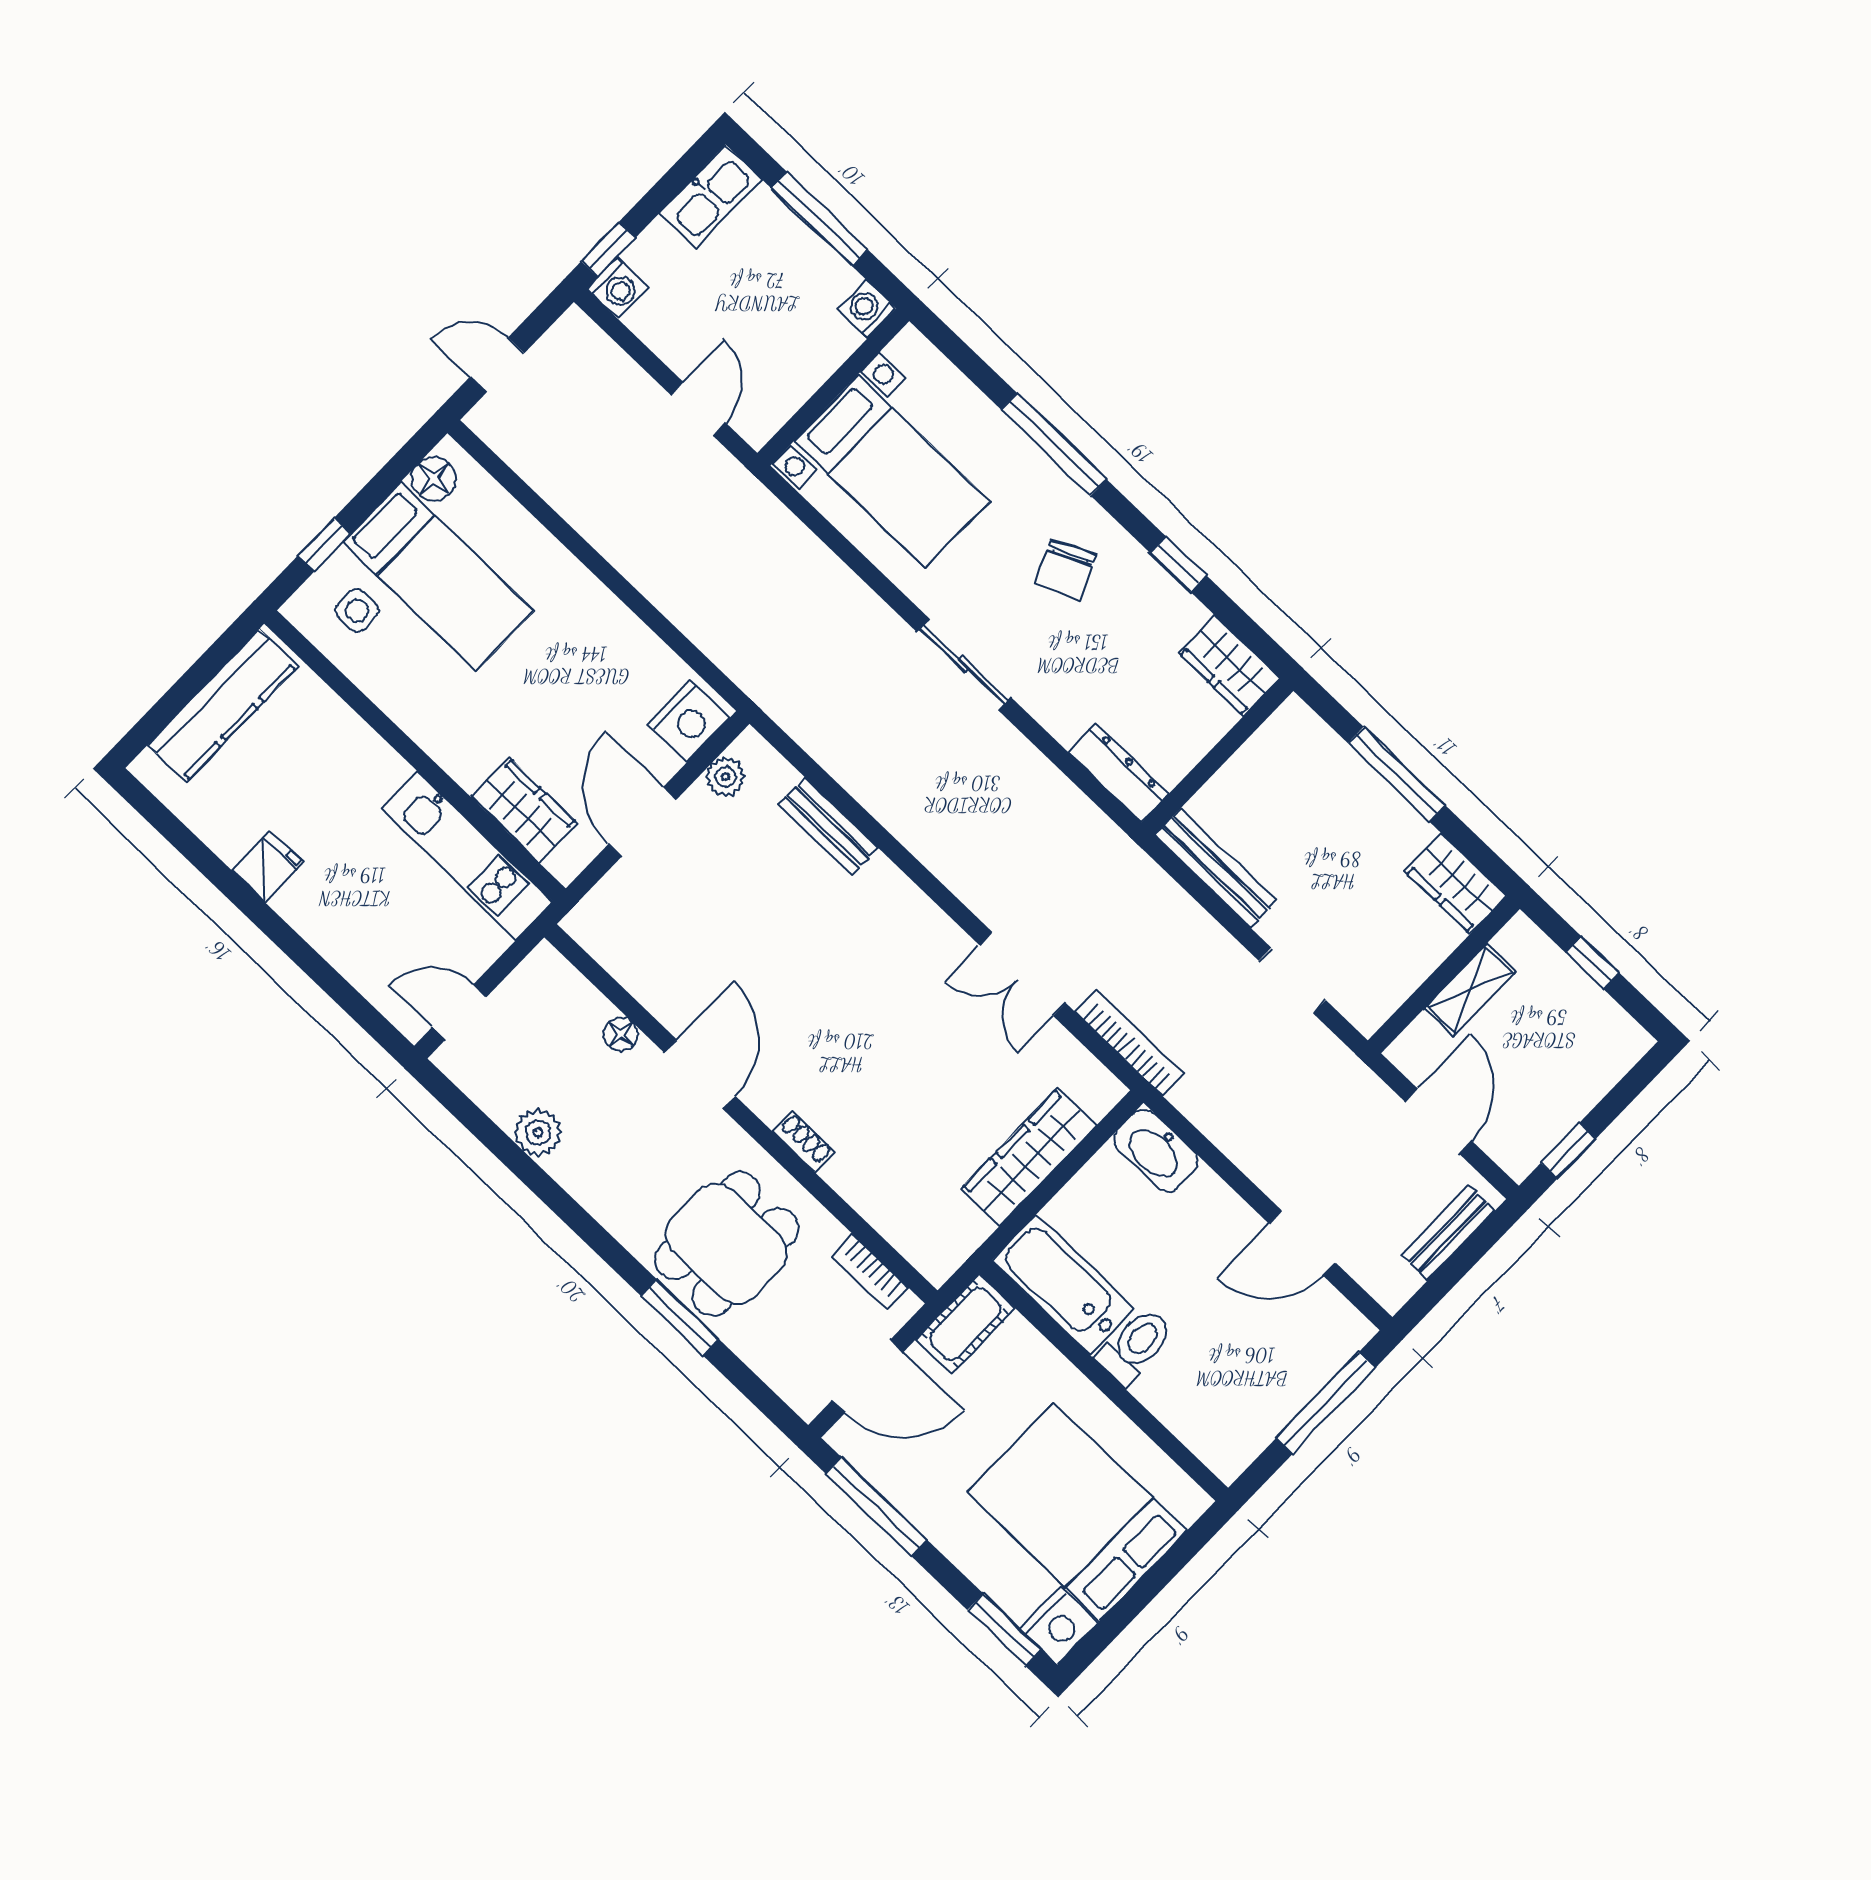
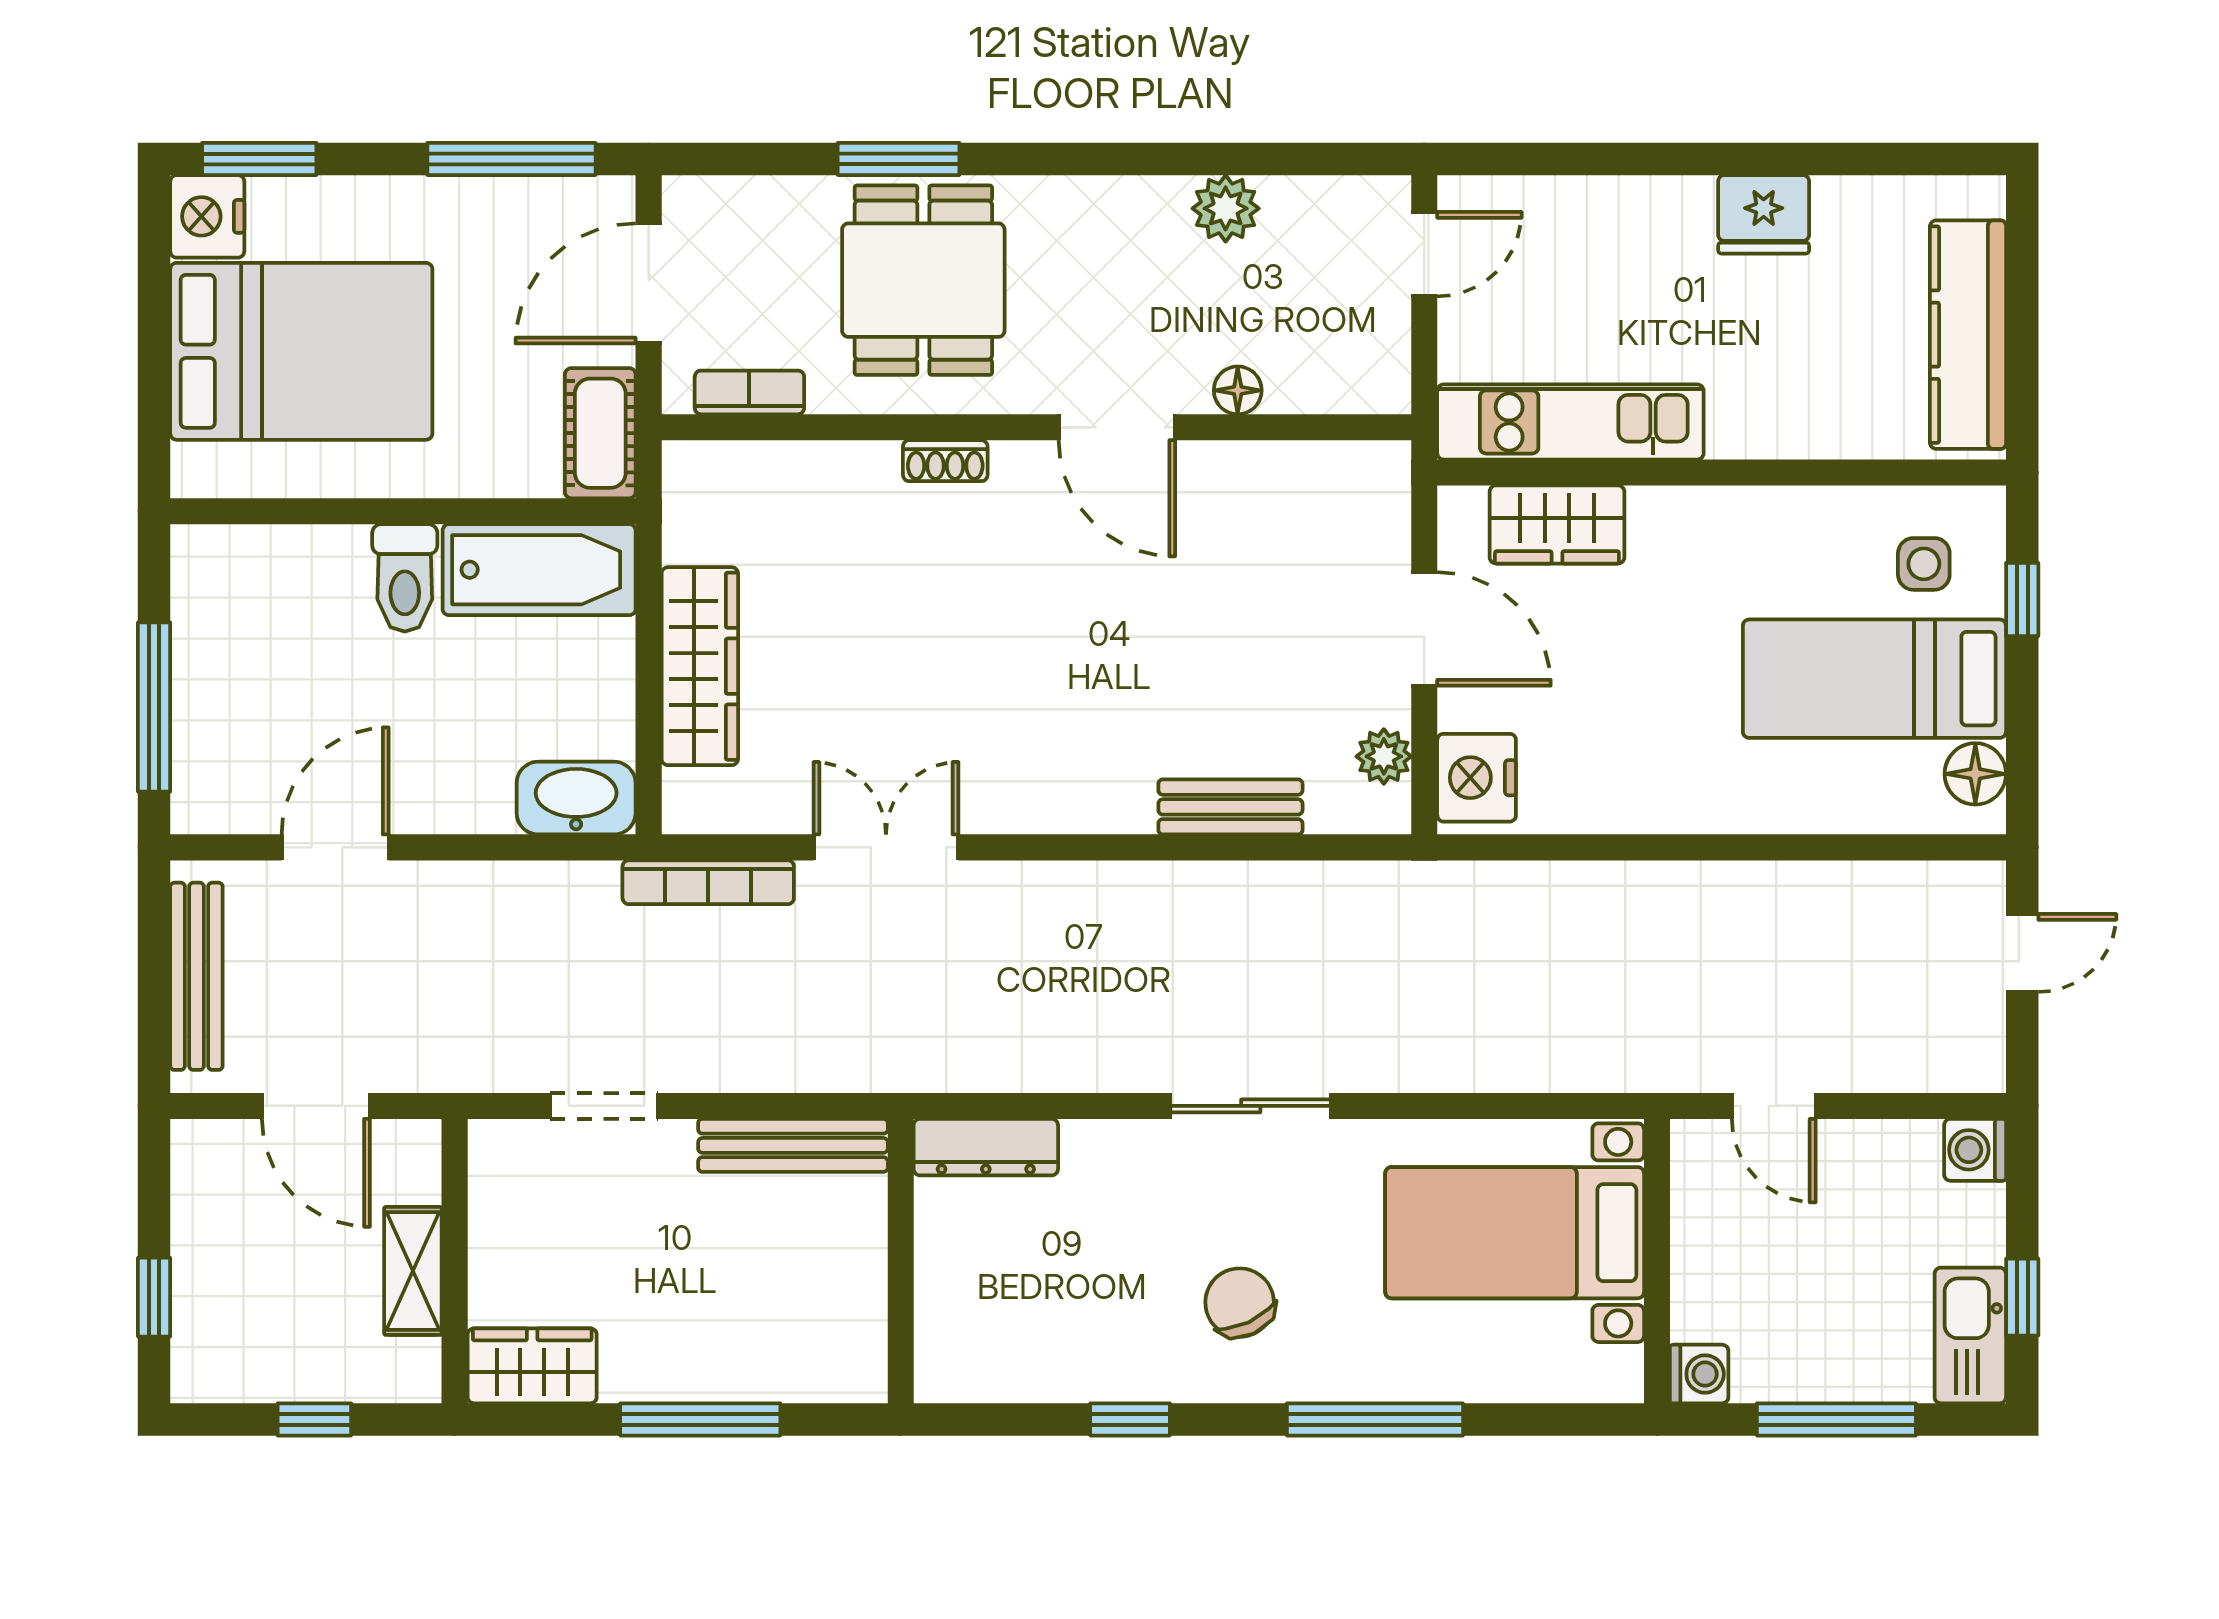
window: (608, 249) -> (2022, 1297), moved
wardrobe: (1229, 666) -> (978, 1366), removed
fridge: (267, 867) -> (1764, 214), width x1.38
window: (1568, 1151) -> (154, 1297), moved
bench: (1448, 1233) -> (196, 976), width x1.36

